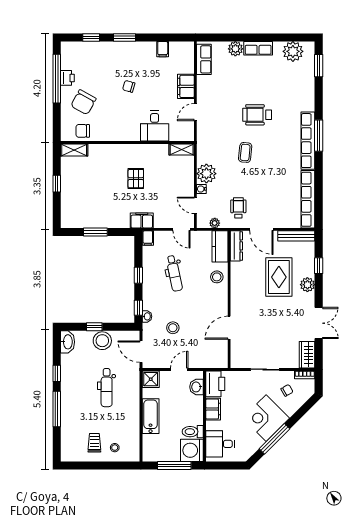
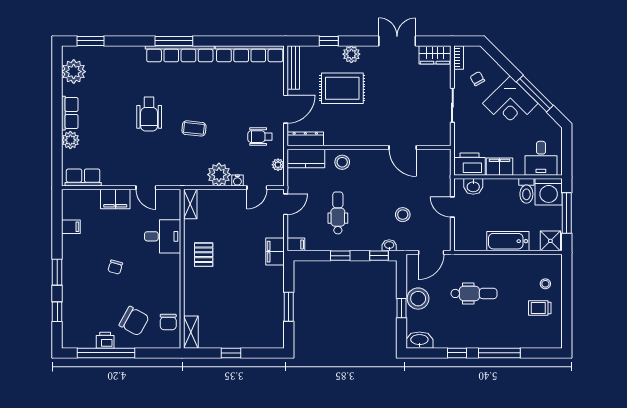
pallet: (136, 179) -> (204, 255), moved, turned 90
dental chair: (174, 273) -> (338, 213), turned -78
shower: (151, 379) -> (550, 241), moved

